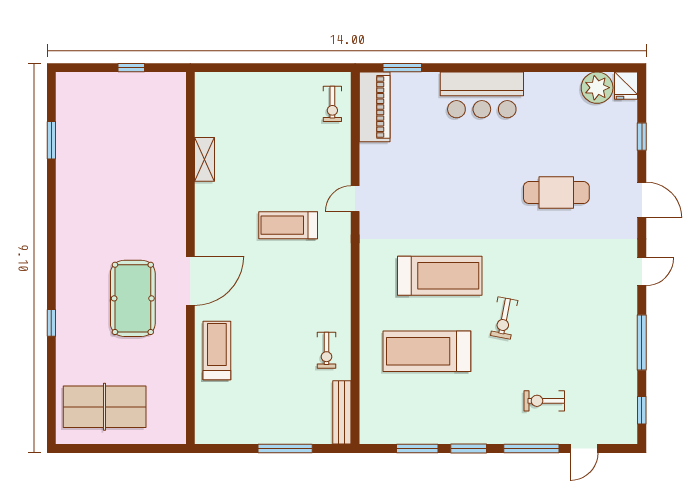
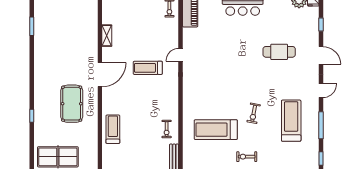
treadmill: (440, 276) -> (291, 121), moved, turned -90
door: (190, 281) -> (100, 75), moved
exercise bike: (544, 401) -> (247, 157), moved

